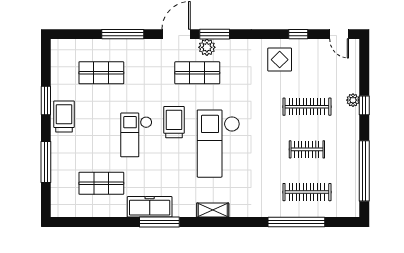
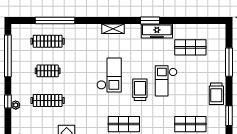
window: (46, 100) -> (229, 116), moved
trolley: (174, 122) -> (140, 90), turned 180
checkout: (136, 135) -> (166, 81), turned 180
checkout: (218, 144) -> (109, 75), width x0.73, depth x0.83
window: (159, 222) -> (150, 20), width x0.69

